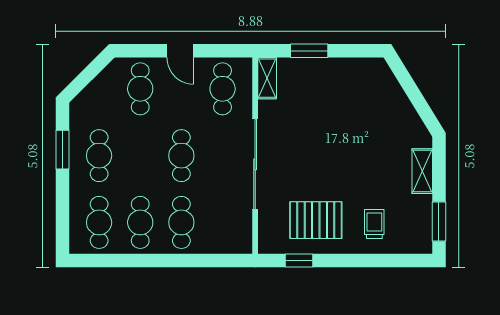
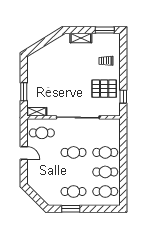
door: (180, 51) -> (24, 153), hinge flipped
cafe table: (140, 89) -> (42, 172), removed
pallet: (316, 220) -> (104, 89), turned 90

